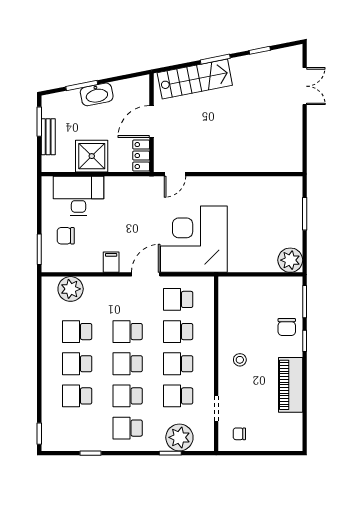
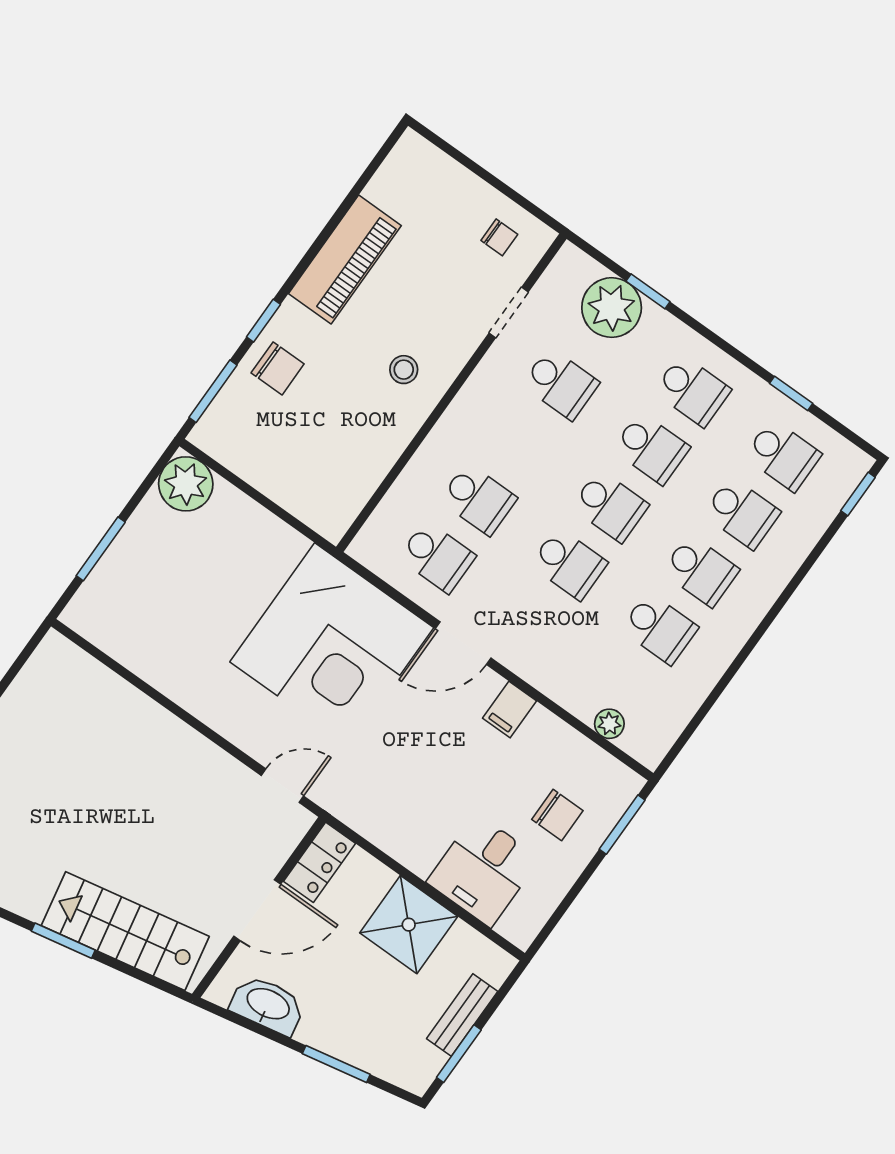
washbasin: (97, 94) -> (268, 1005), moved
desk: (79, 196) -> (483, 870), width x0.73
plant: (71, 289) -> (609, 724), width x0.53, depth x0.53
chair: (287, 327) -> (278, 368), turned 90
school desk: (178, 364) -> (783, 455), moved

